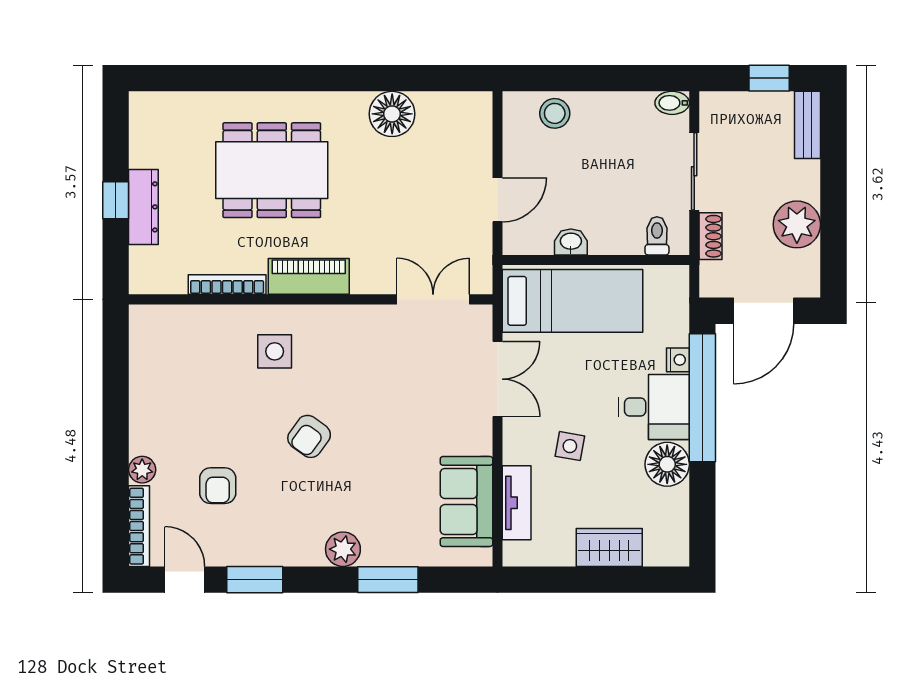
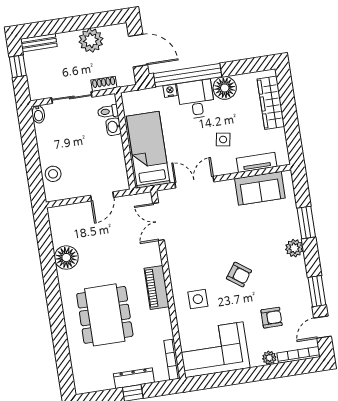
door: (498, 200) -> (102, 196), swing flipped
washbasin: (571, 242) -> (114, 127), moved
bookcase: (227, 285) -> (172, 360), moved
corner sofa: (174, 367) -> (214, 350), added
wardrobe: (609, 547) -> (271, 103), width x1.50

